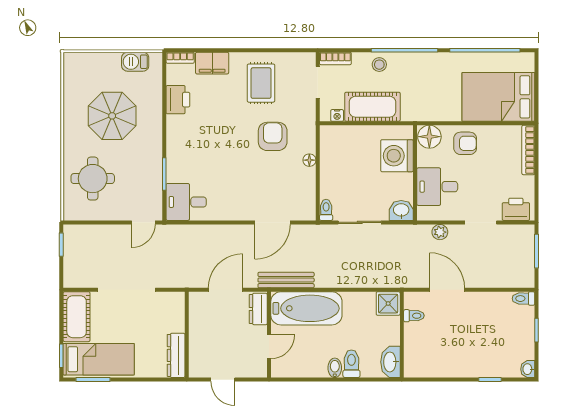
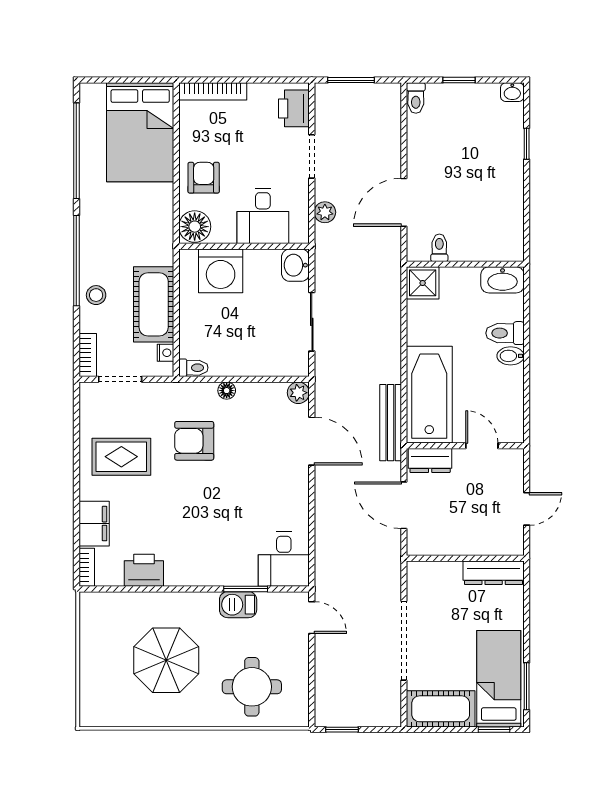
barbecue: (135, 62) -> (238, 605), moved, turned 90
toilet: (326, 210) -> (193, 368), moved, turned 180
plant: (308, 213) -> (298, 393), added

